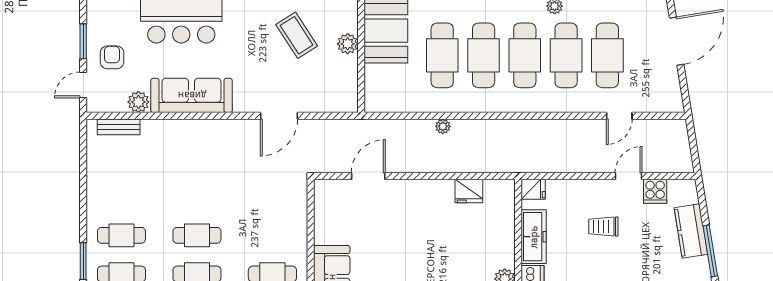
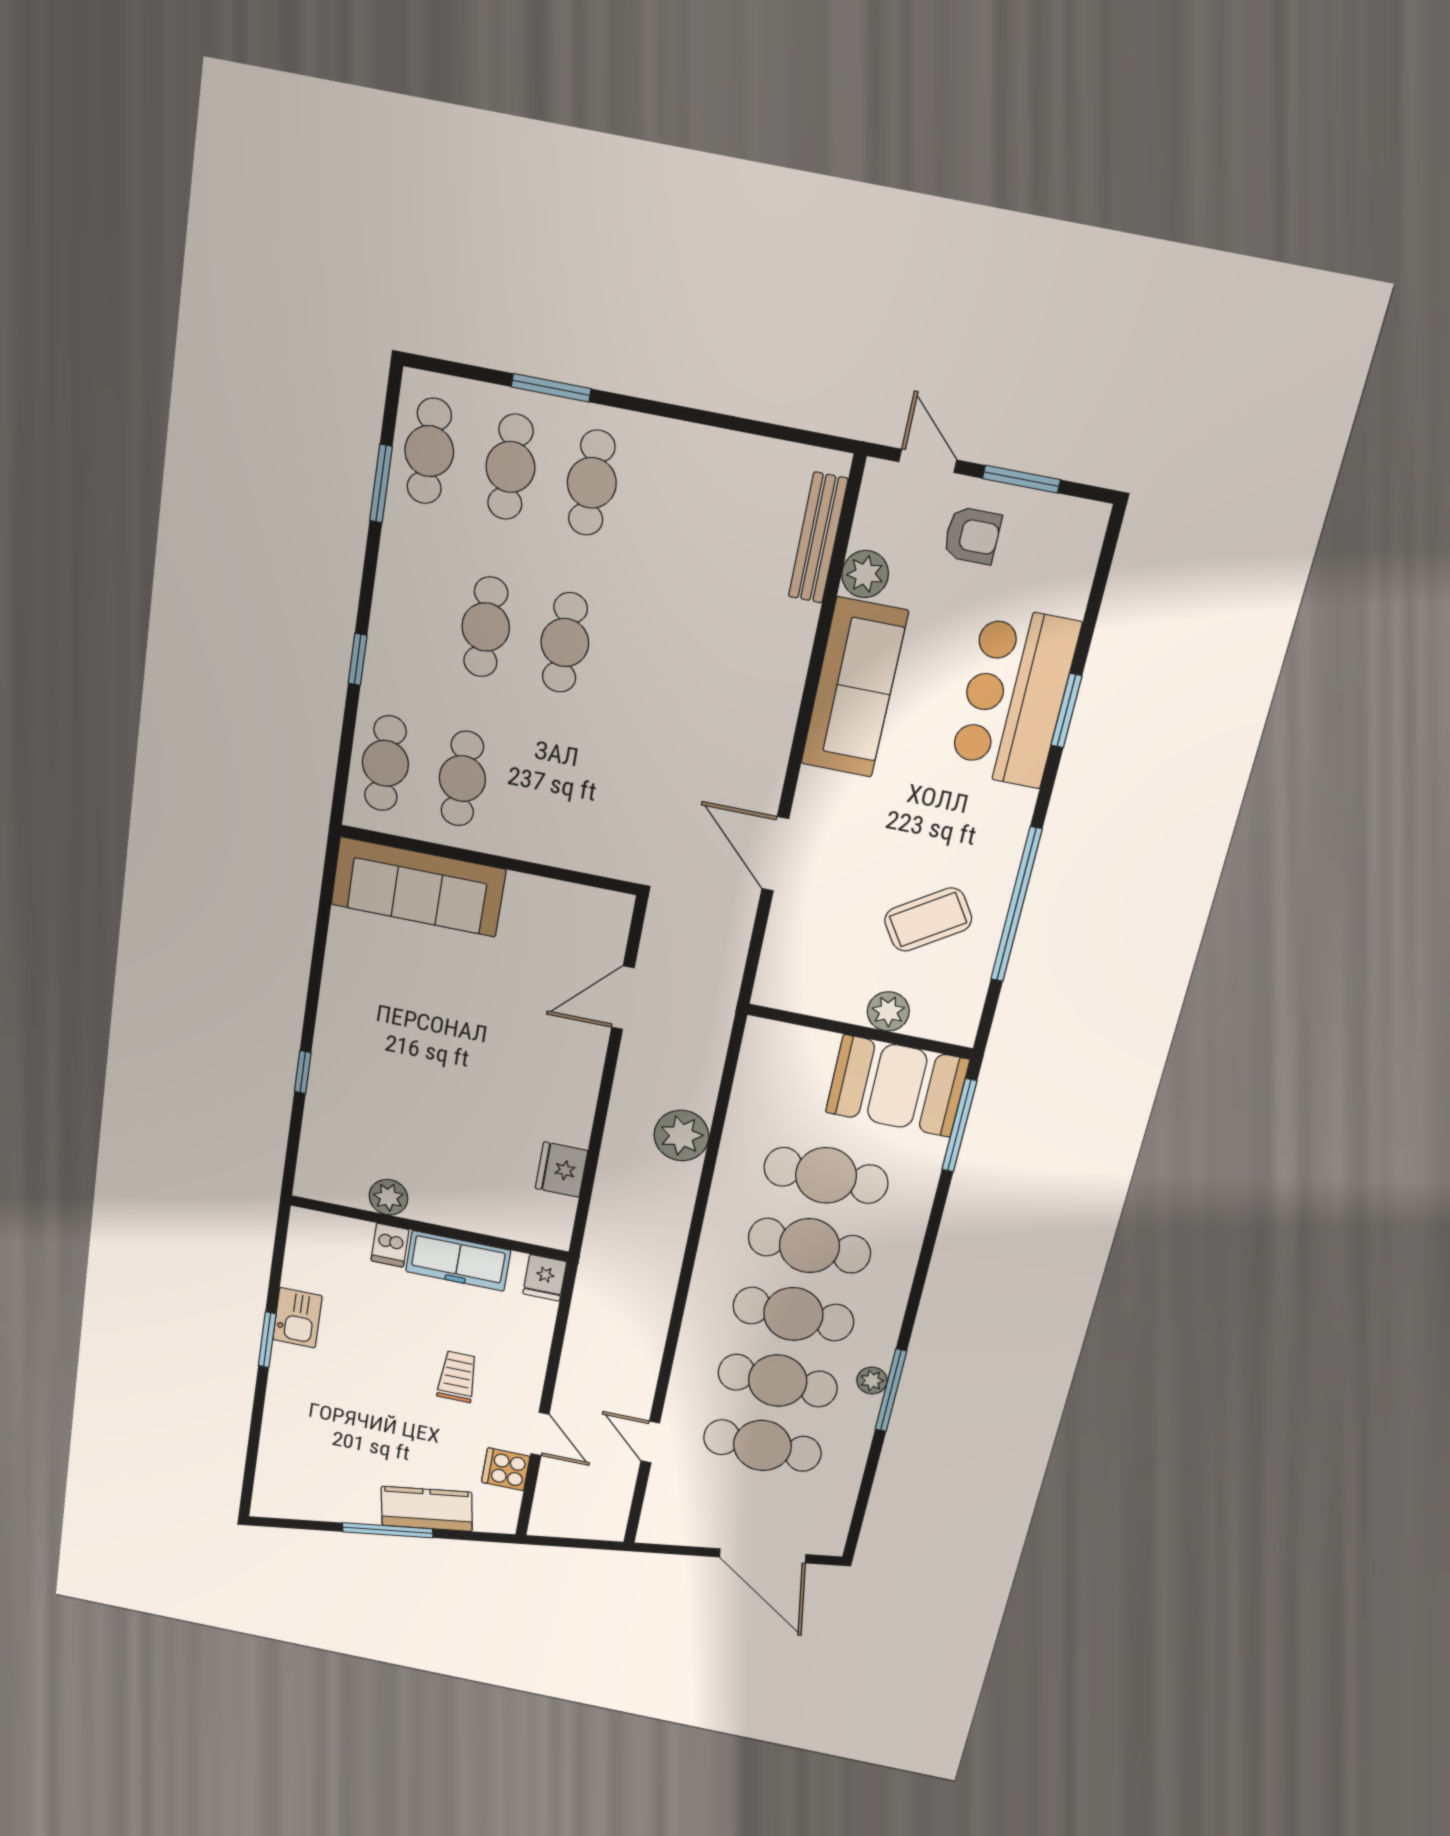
plant: (443, 126) -> (681, 1136), width x1.88, depth x1.88
bench: (119, 127) -> (818, 538), width x1.36
door: (368, 176) -> (623, 998), swing flipped

